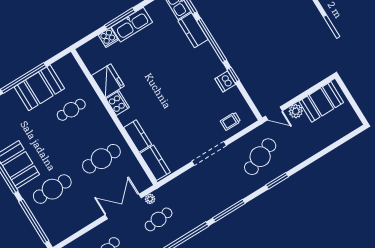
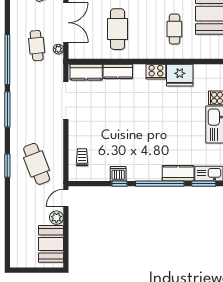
doorway: (209, 153) -> (66, 101), moved

